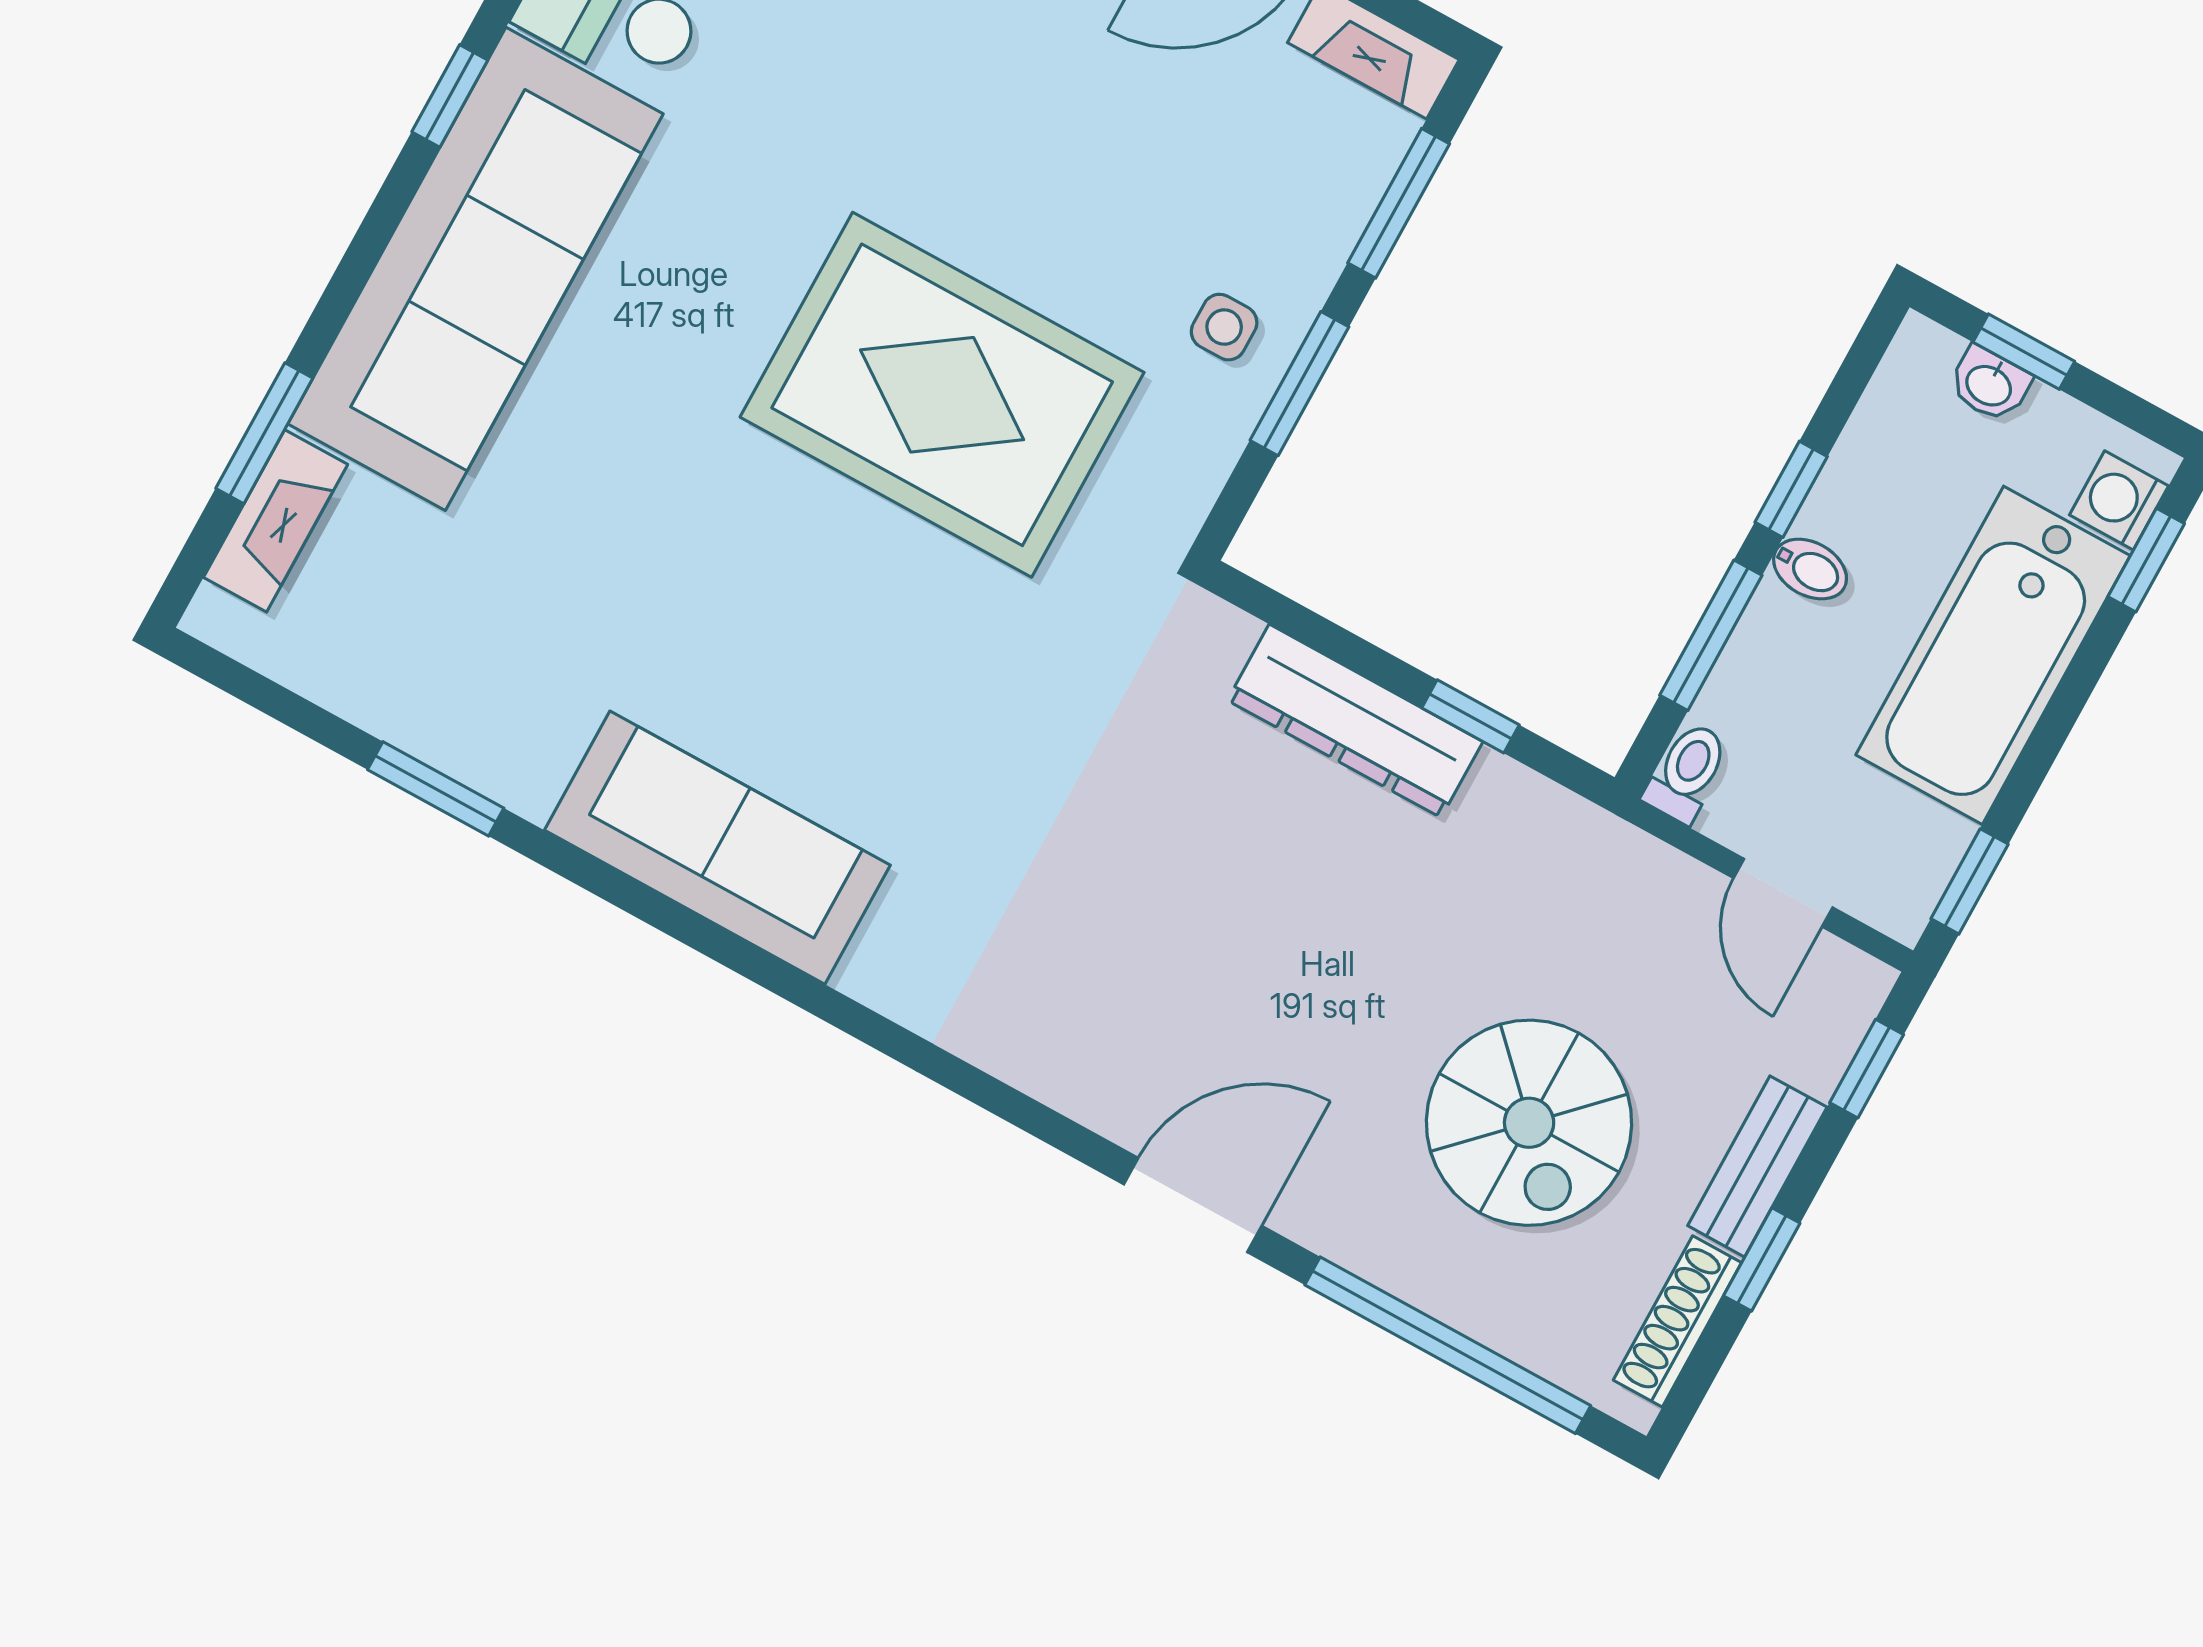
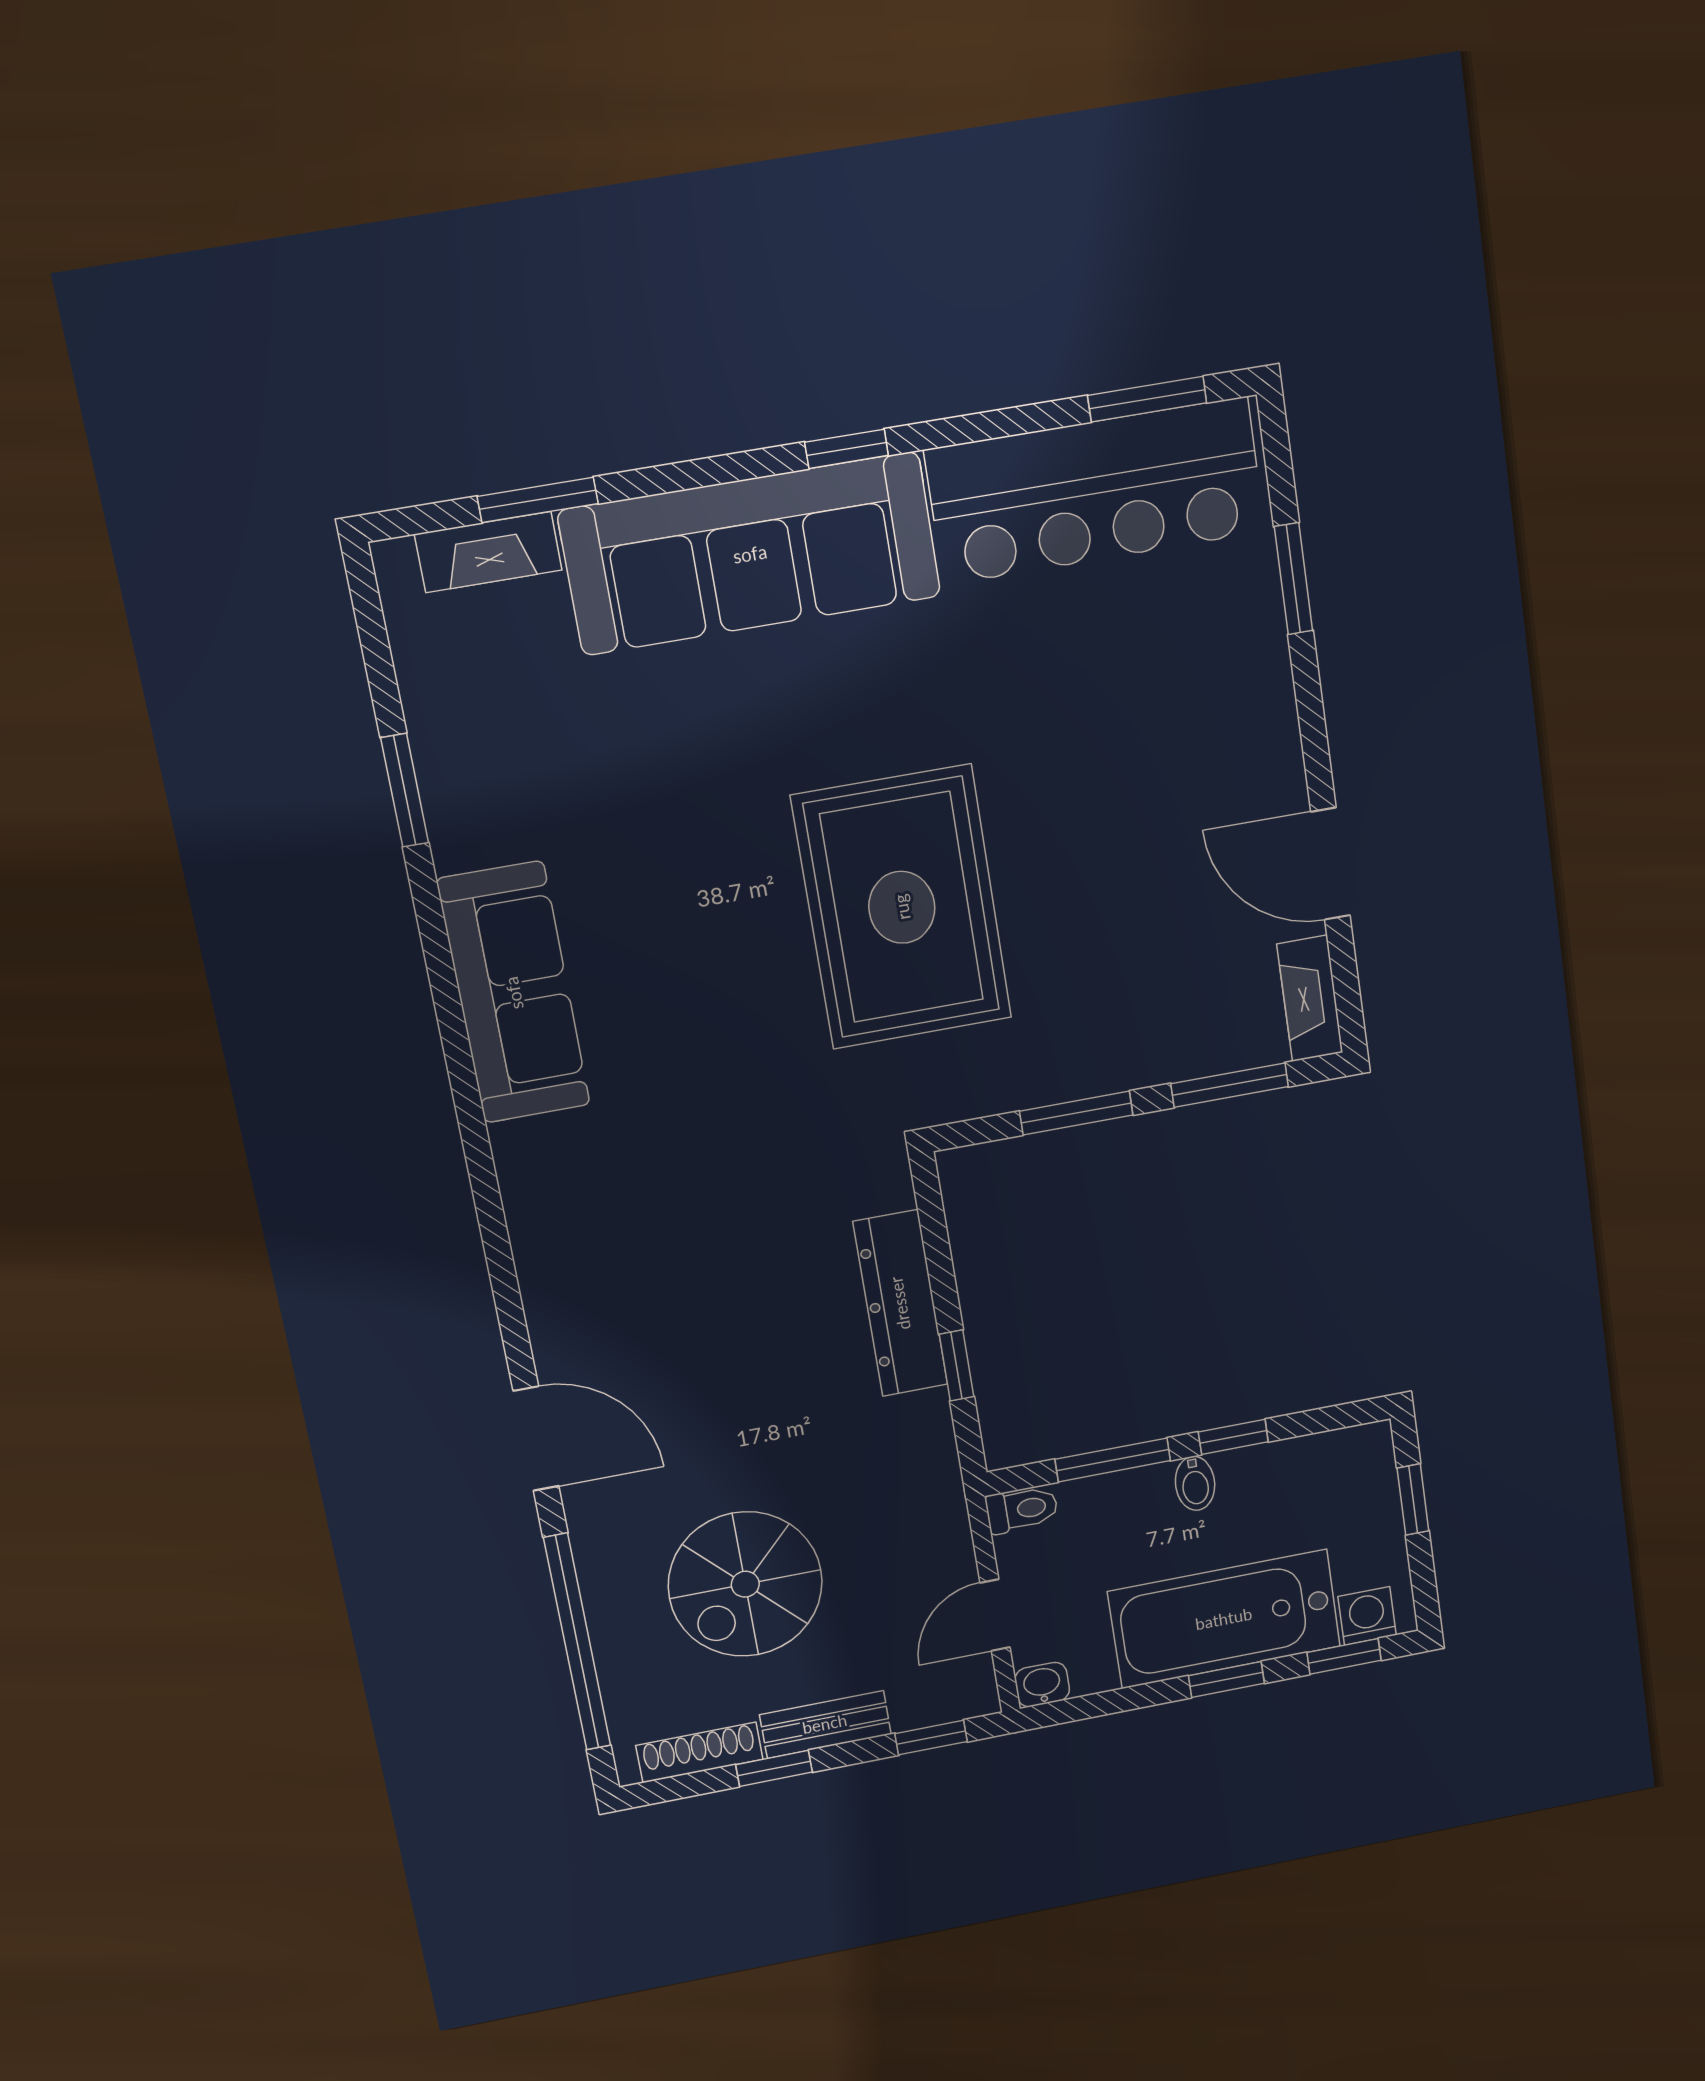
side table: (1224, 327) -> (1076, 1042), removed
washbasin: (1989, 384) -> (1042, 1685), moved, turned 90
window: (1970, 881) -> (1226, 1679), moved

